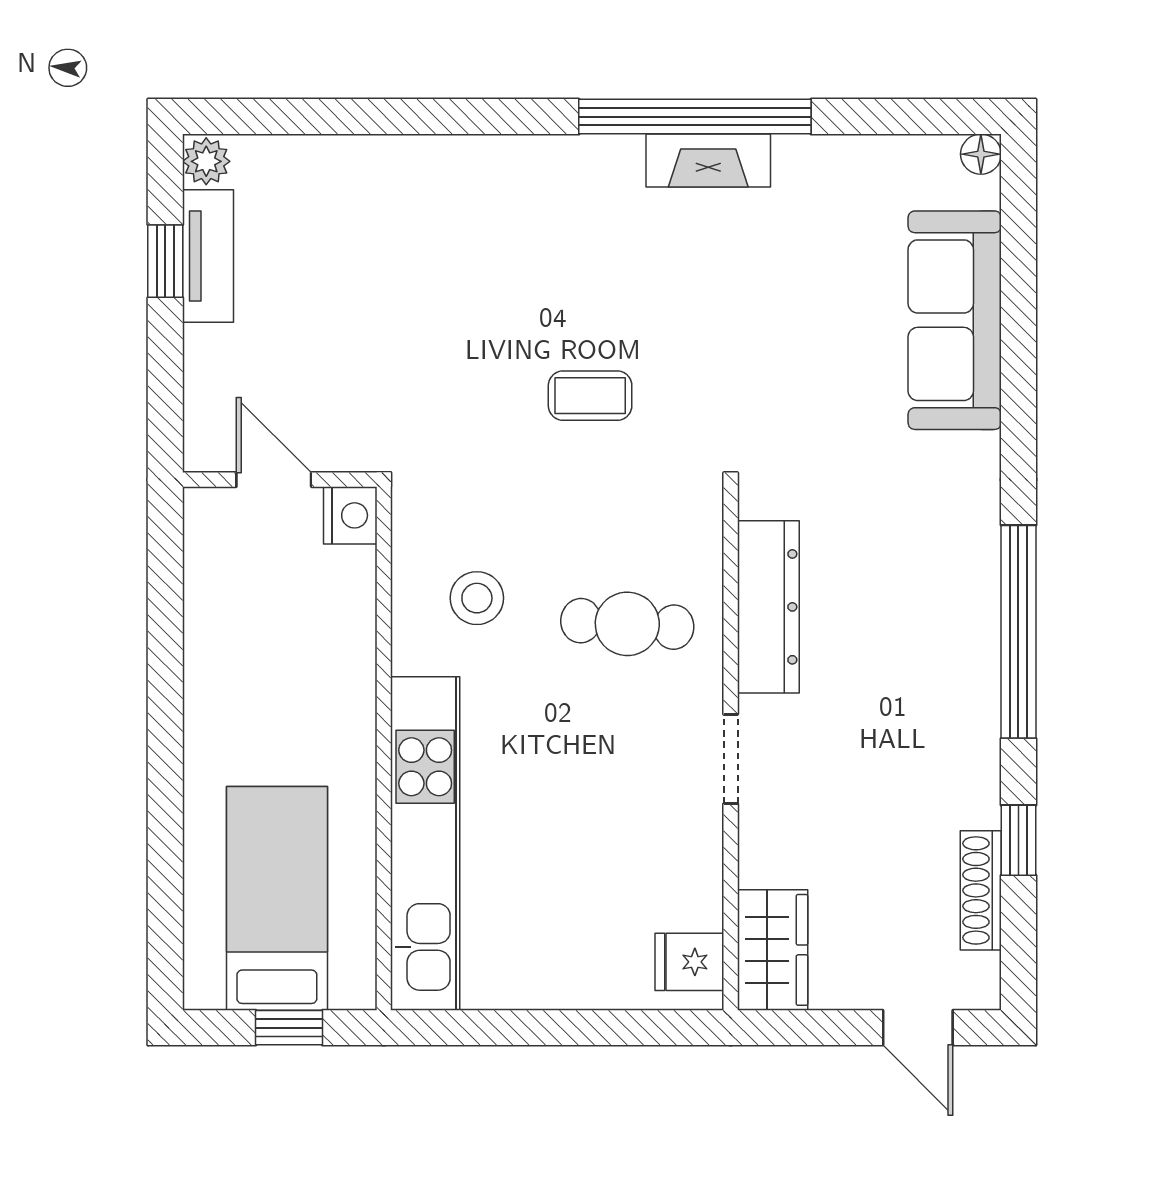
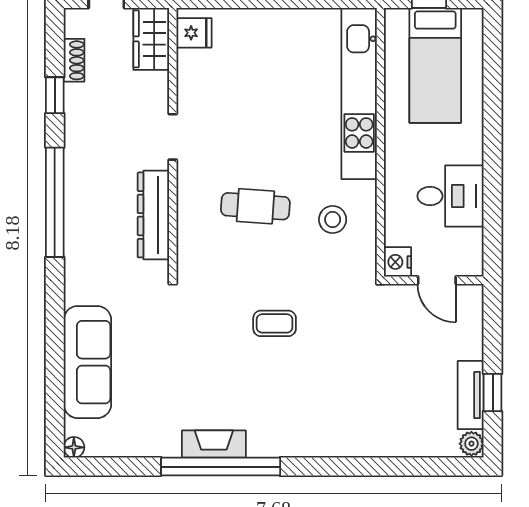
dresser: (768, 607) -> (153, 215), moved
desk: (247, 644) -> (450, 196), added
wall: (731, 748) -> (173, 142), moved
doorway: (731, 759) -> (173, 137), moved
shoe rack: (981, 890) -> (74, 60), width x0.70
wardrobe: (773, 950) -> (151, 39), moved
fridge: (689, 962) -> (194, 33), moved

